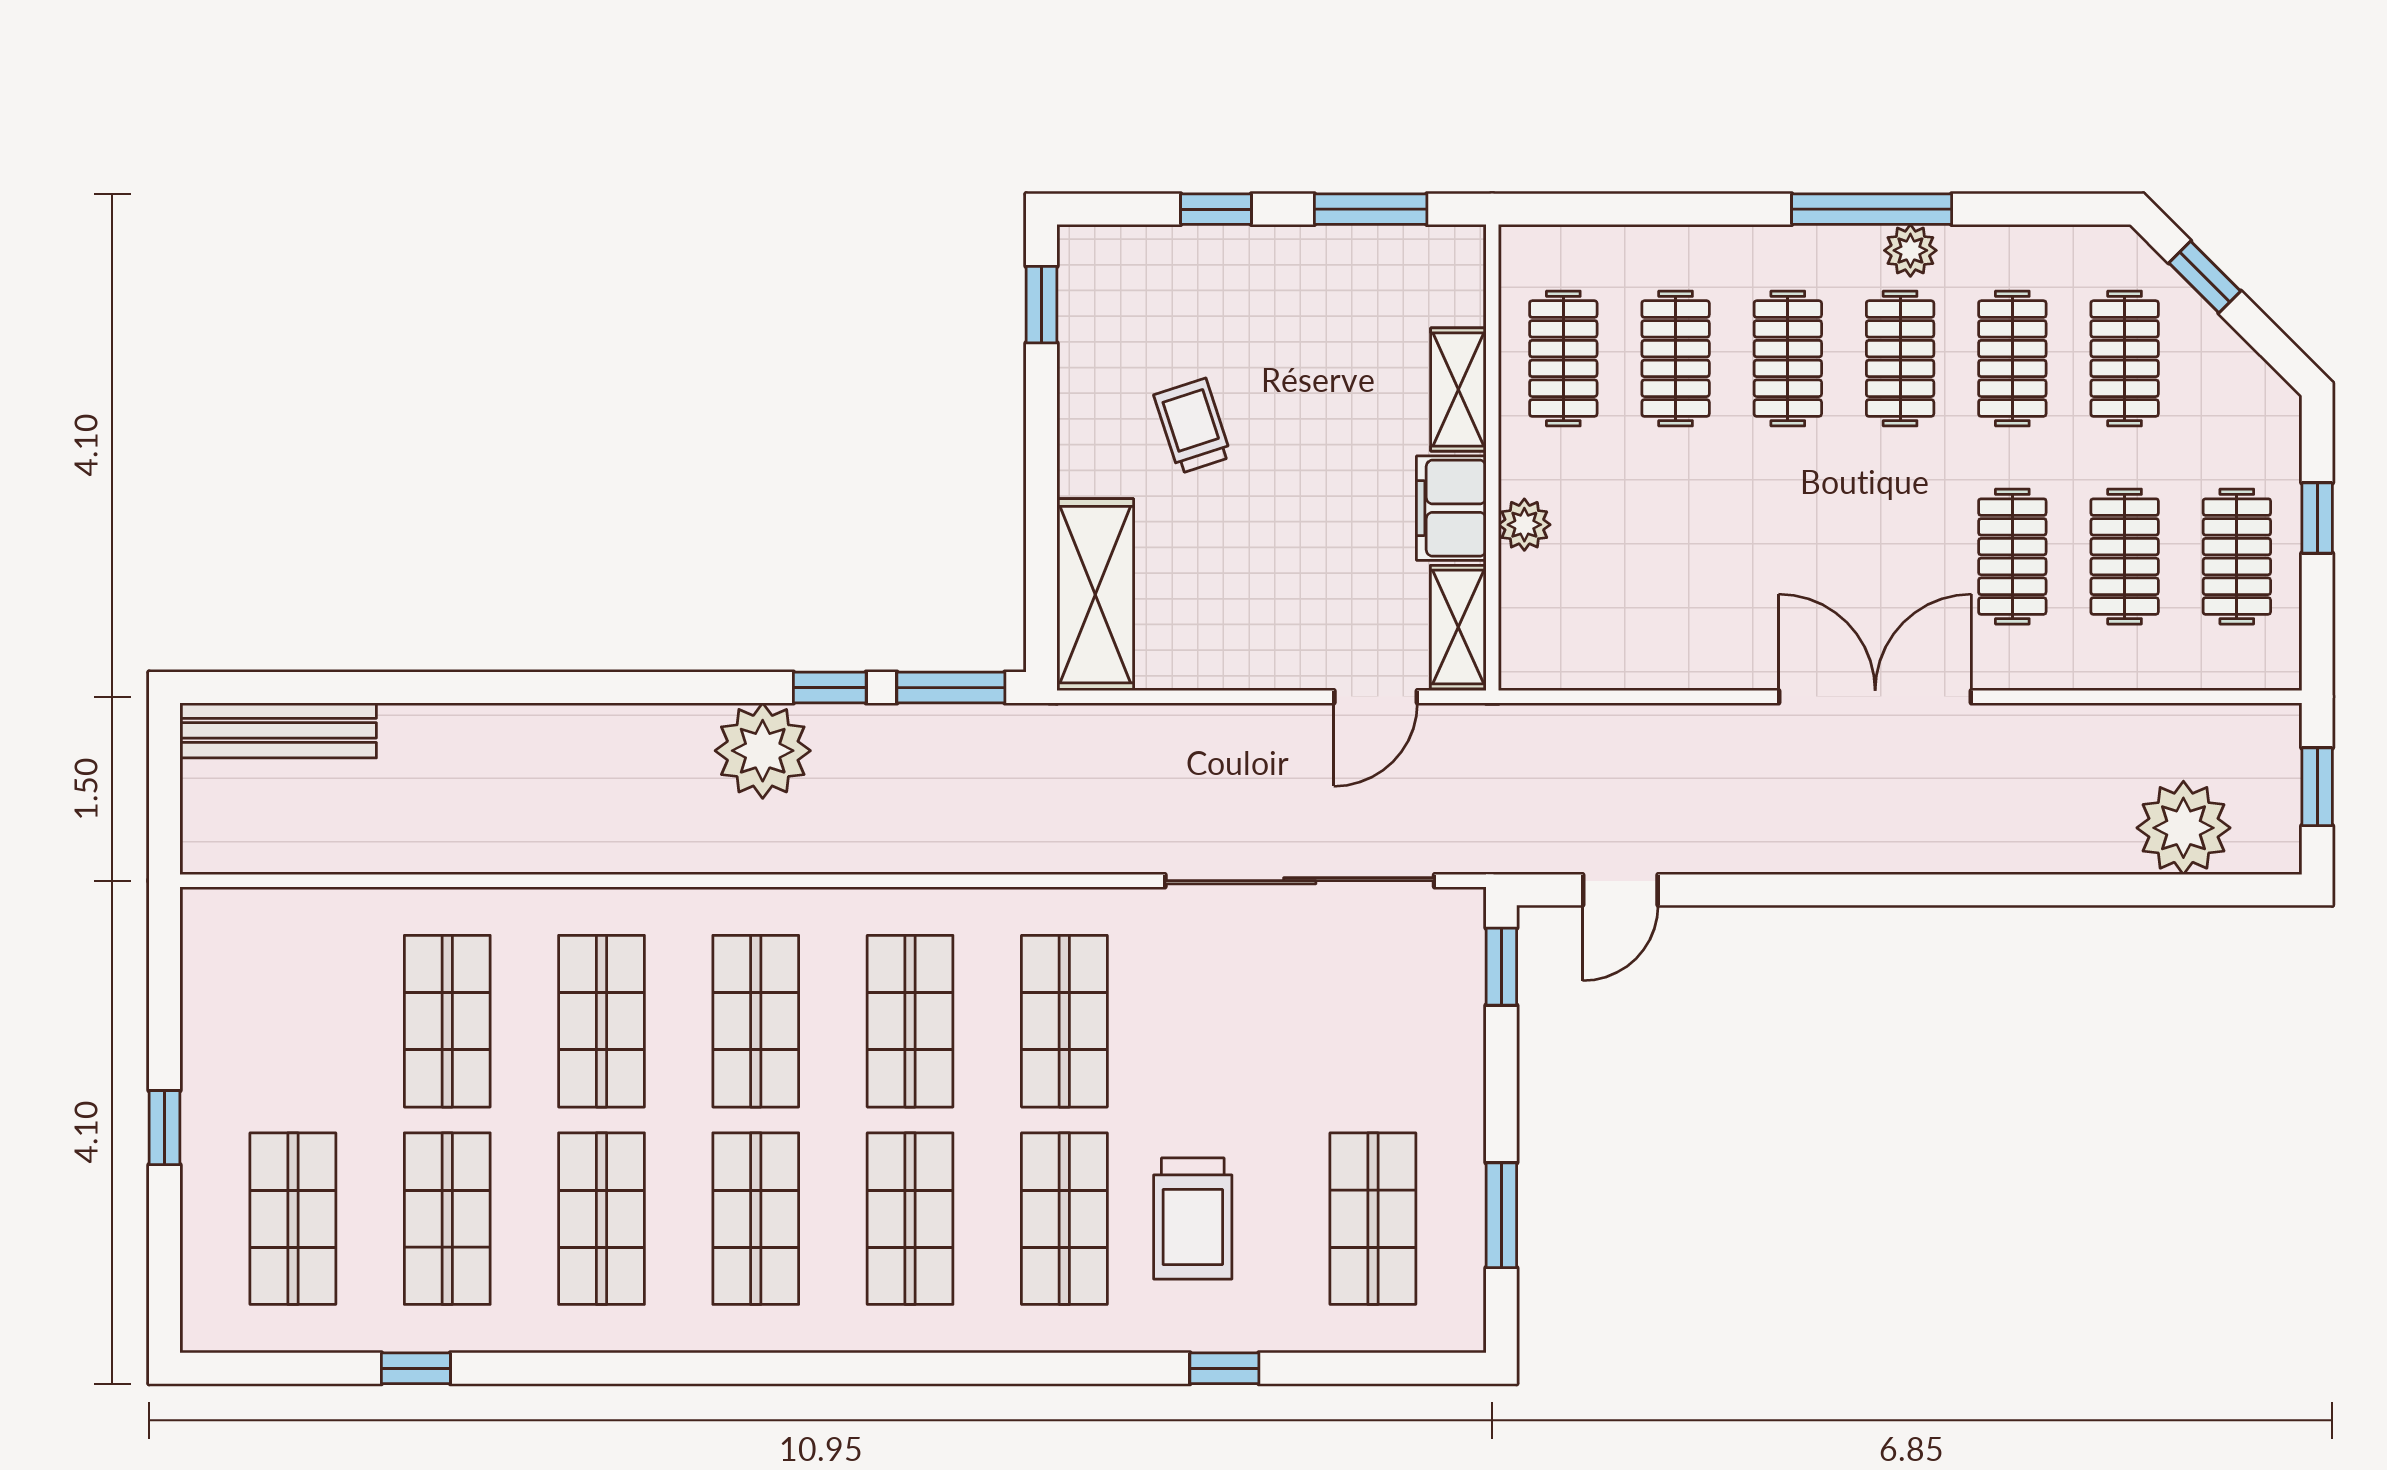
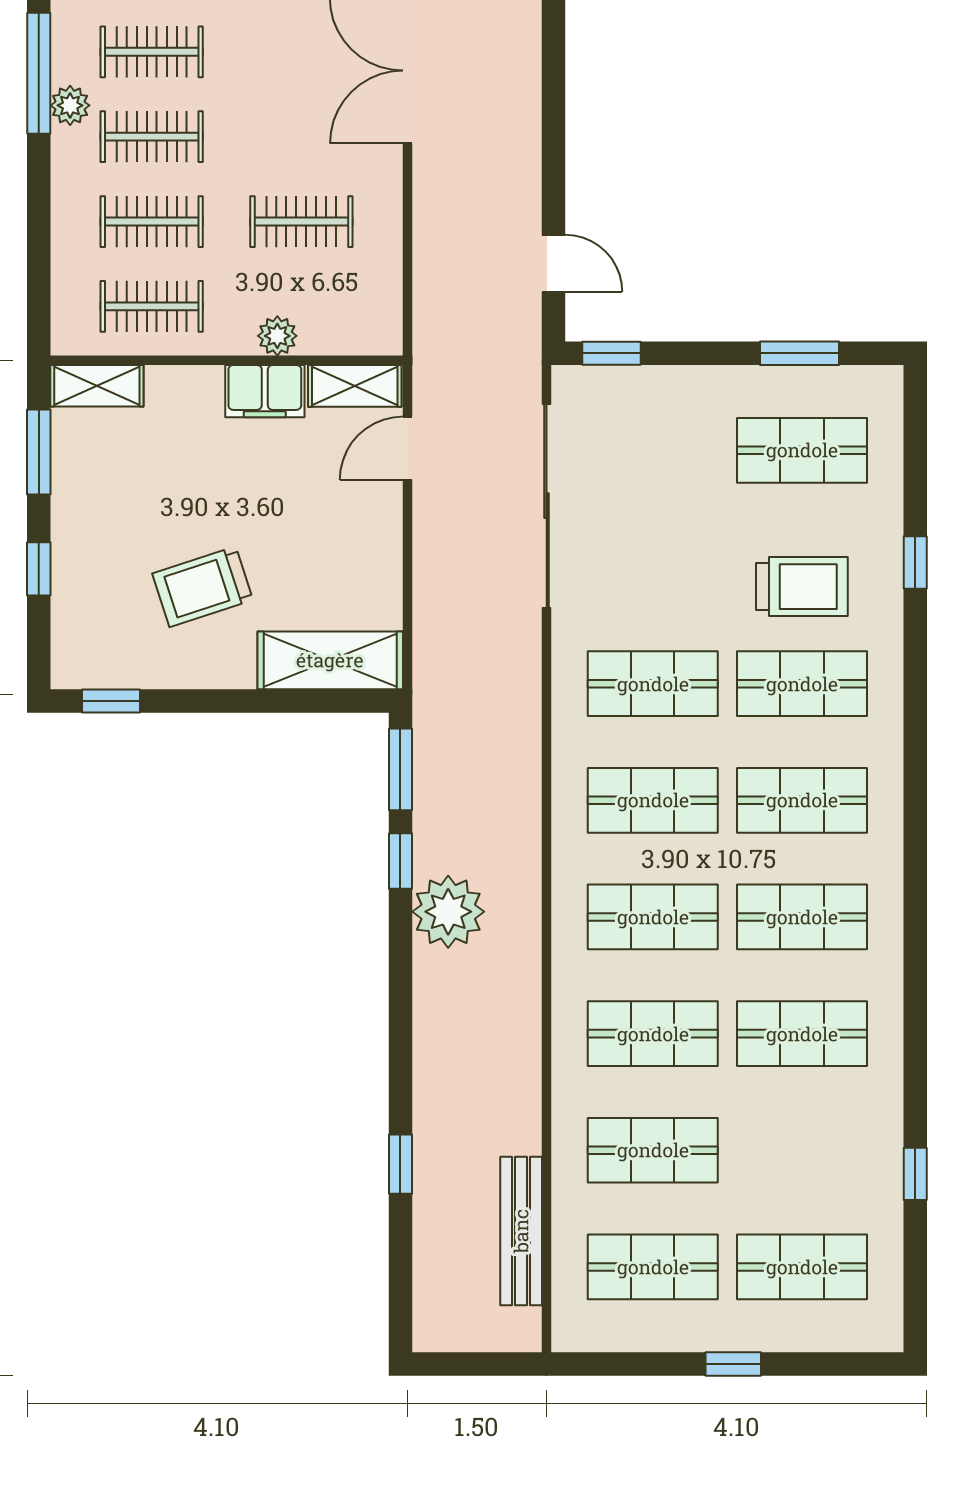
plant: (1910, 250) -> (70, 105), moved
shelving: (1458, 389) -> (97, 386), moved
trolley: (1193, 426) -> (203, 587), width x1.36, depth x1.39
clothes rail: (1676, 557) -> (301, 222), added
window: (429, 688) -> (400, 1164), added
door: (1376, 697) -> (407, 448), swing flipped
bench: (278, 730) -> (521, 1231), moved
shop shelf: (447, 1219) -> (653, 1267), moved

